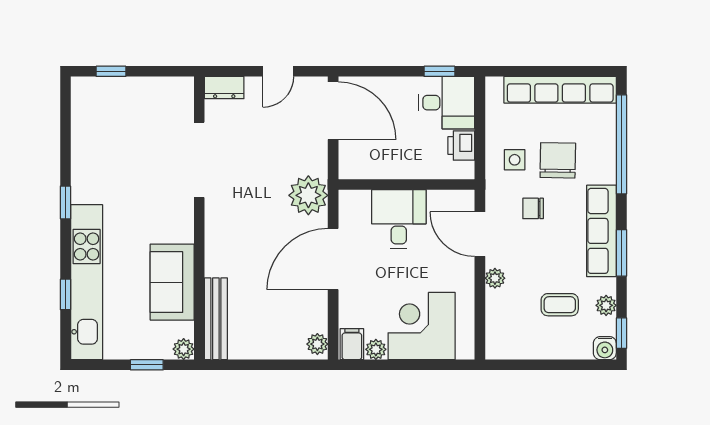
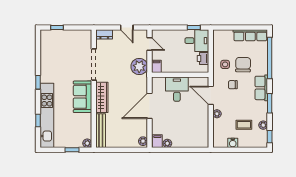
door: (278, 71) -> (127, 28), hinge flipped
row of seats: (560, 90) -> (250, 35), width x0.73
door: (333, 111) -> (150, 44), width x0.53
filing cabinet: (350, 164) -> (156, 66), added
plant: (308, 195) -> (139, 67), moved
row of seats: (602, 231) -> (261, 88), width x0.68
wardrobe: (219, 239) -> (102, 97), added
sofa: (172, 282) -> (83, 97), moved
corner desk: (422, 326) -> (186, 134), removed
water cooler: (605, 348) -> (233, 143), moved

